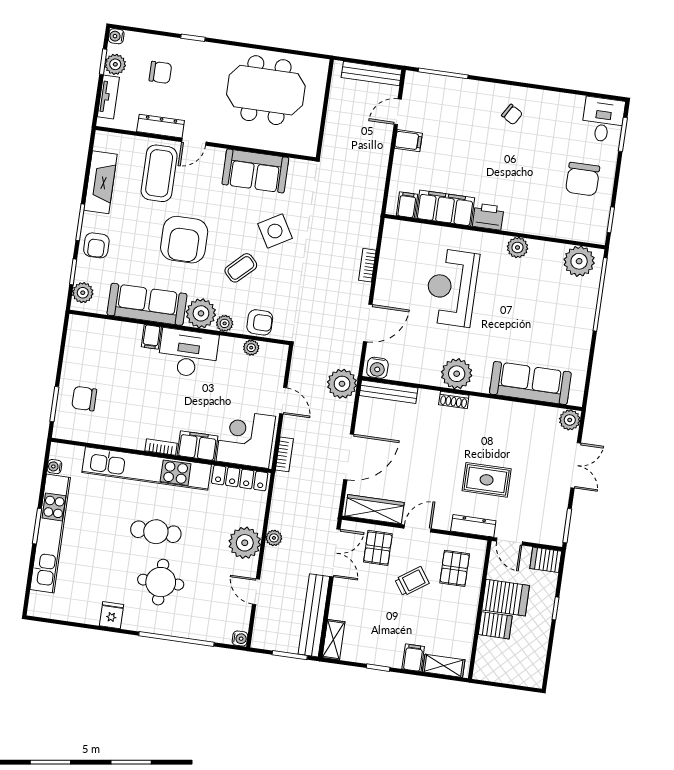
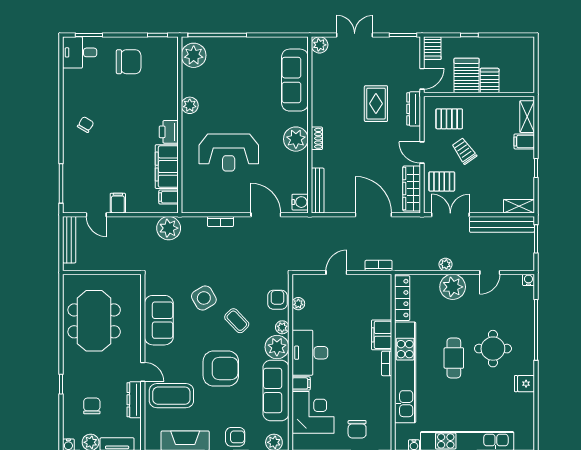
plant: (342, 384) -> (169, 228), moved
corner desk: (246, 439) -> (313, 412), moved, turned 180

